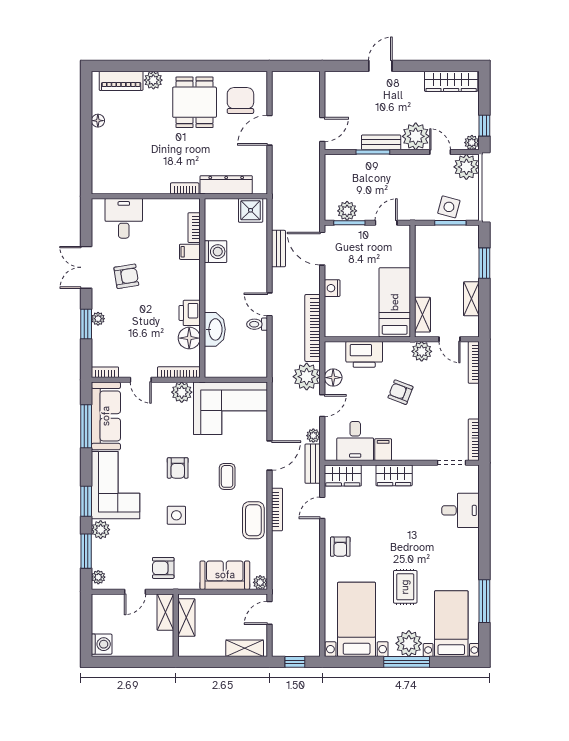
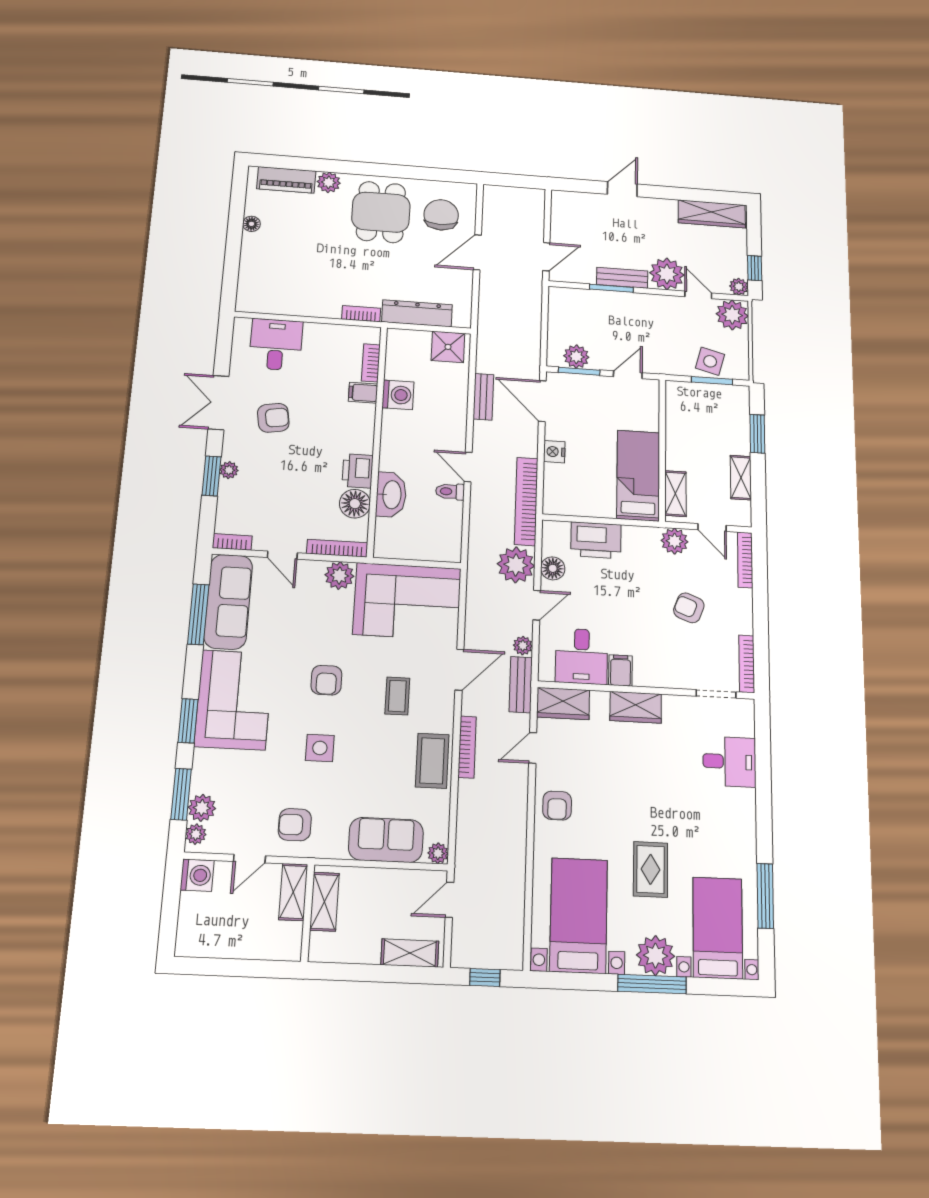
armchair: (400, 392) -> (689, 608), moved
plant: (101, 530) -> (202, 808), moved
washing machine: (102, 644) -> (197, 875), moved

